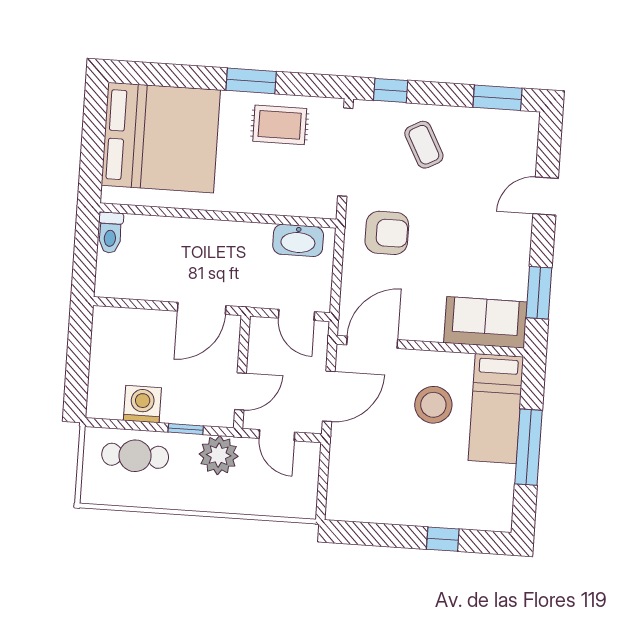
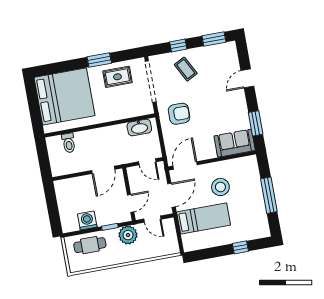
window: (391, 90) -> (178, 45), moved
toilet: (110, 233) -> (69, 143), moved
bed: (496, 409) -> (204, 218), moved, turned -90

